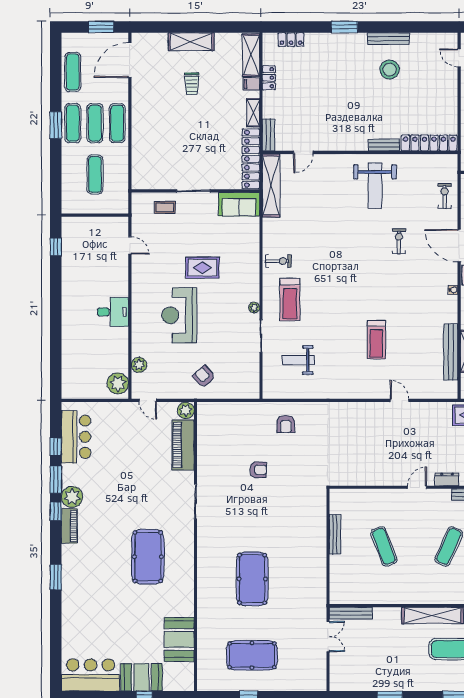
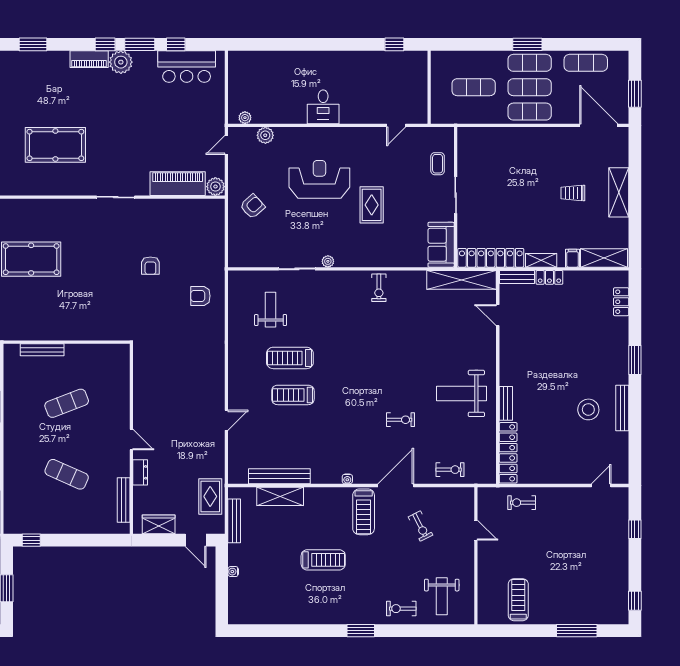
locker: (269, 78) -> (549, 277), moved
treadmill: (290, 299) -> (290, 358), moved
plant: (118, 383) -> (245, 118), width x0.53, depth x0.53
bench: (335, 534) -> (42, 350), moved

